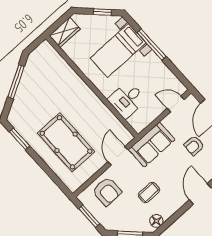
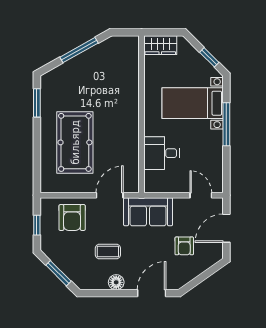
armchair: (194, 145) -> (184, 246), turned -90
window: (89, 216) -> (37, 225), width x0.67
floor lamp: (156, 221) -> (116, 282), moved

